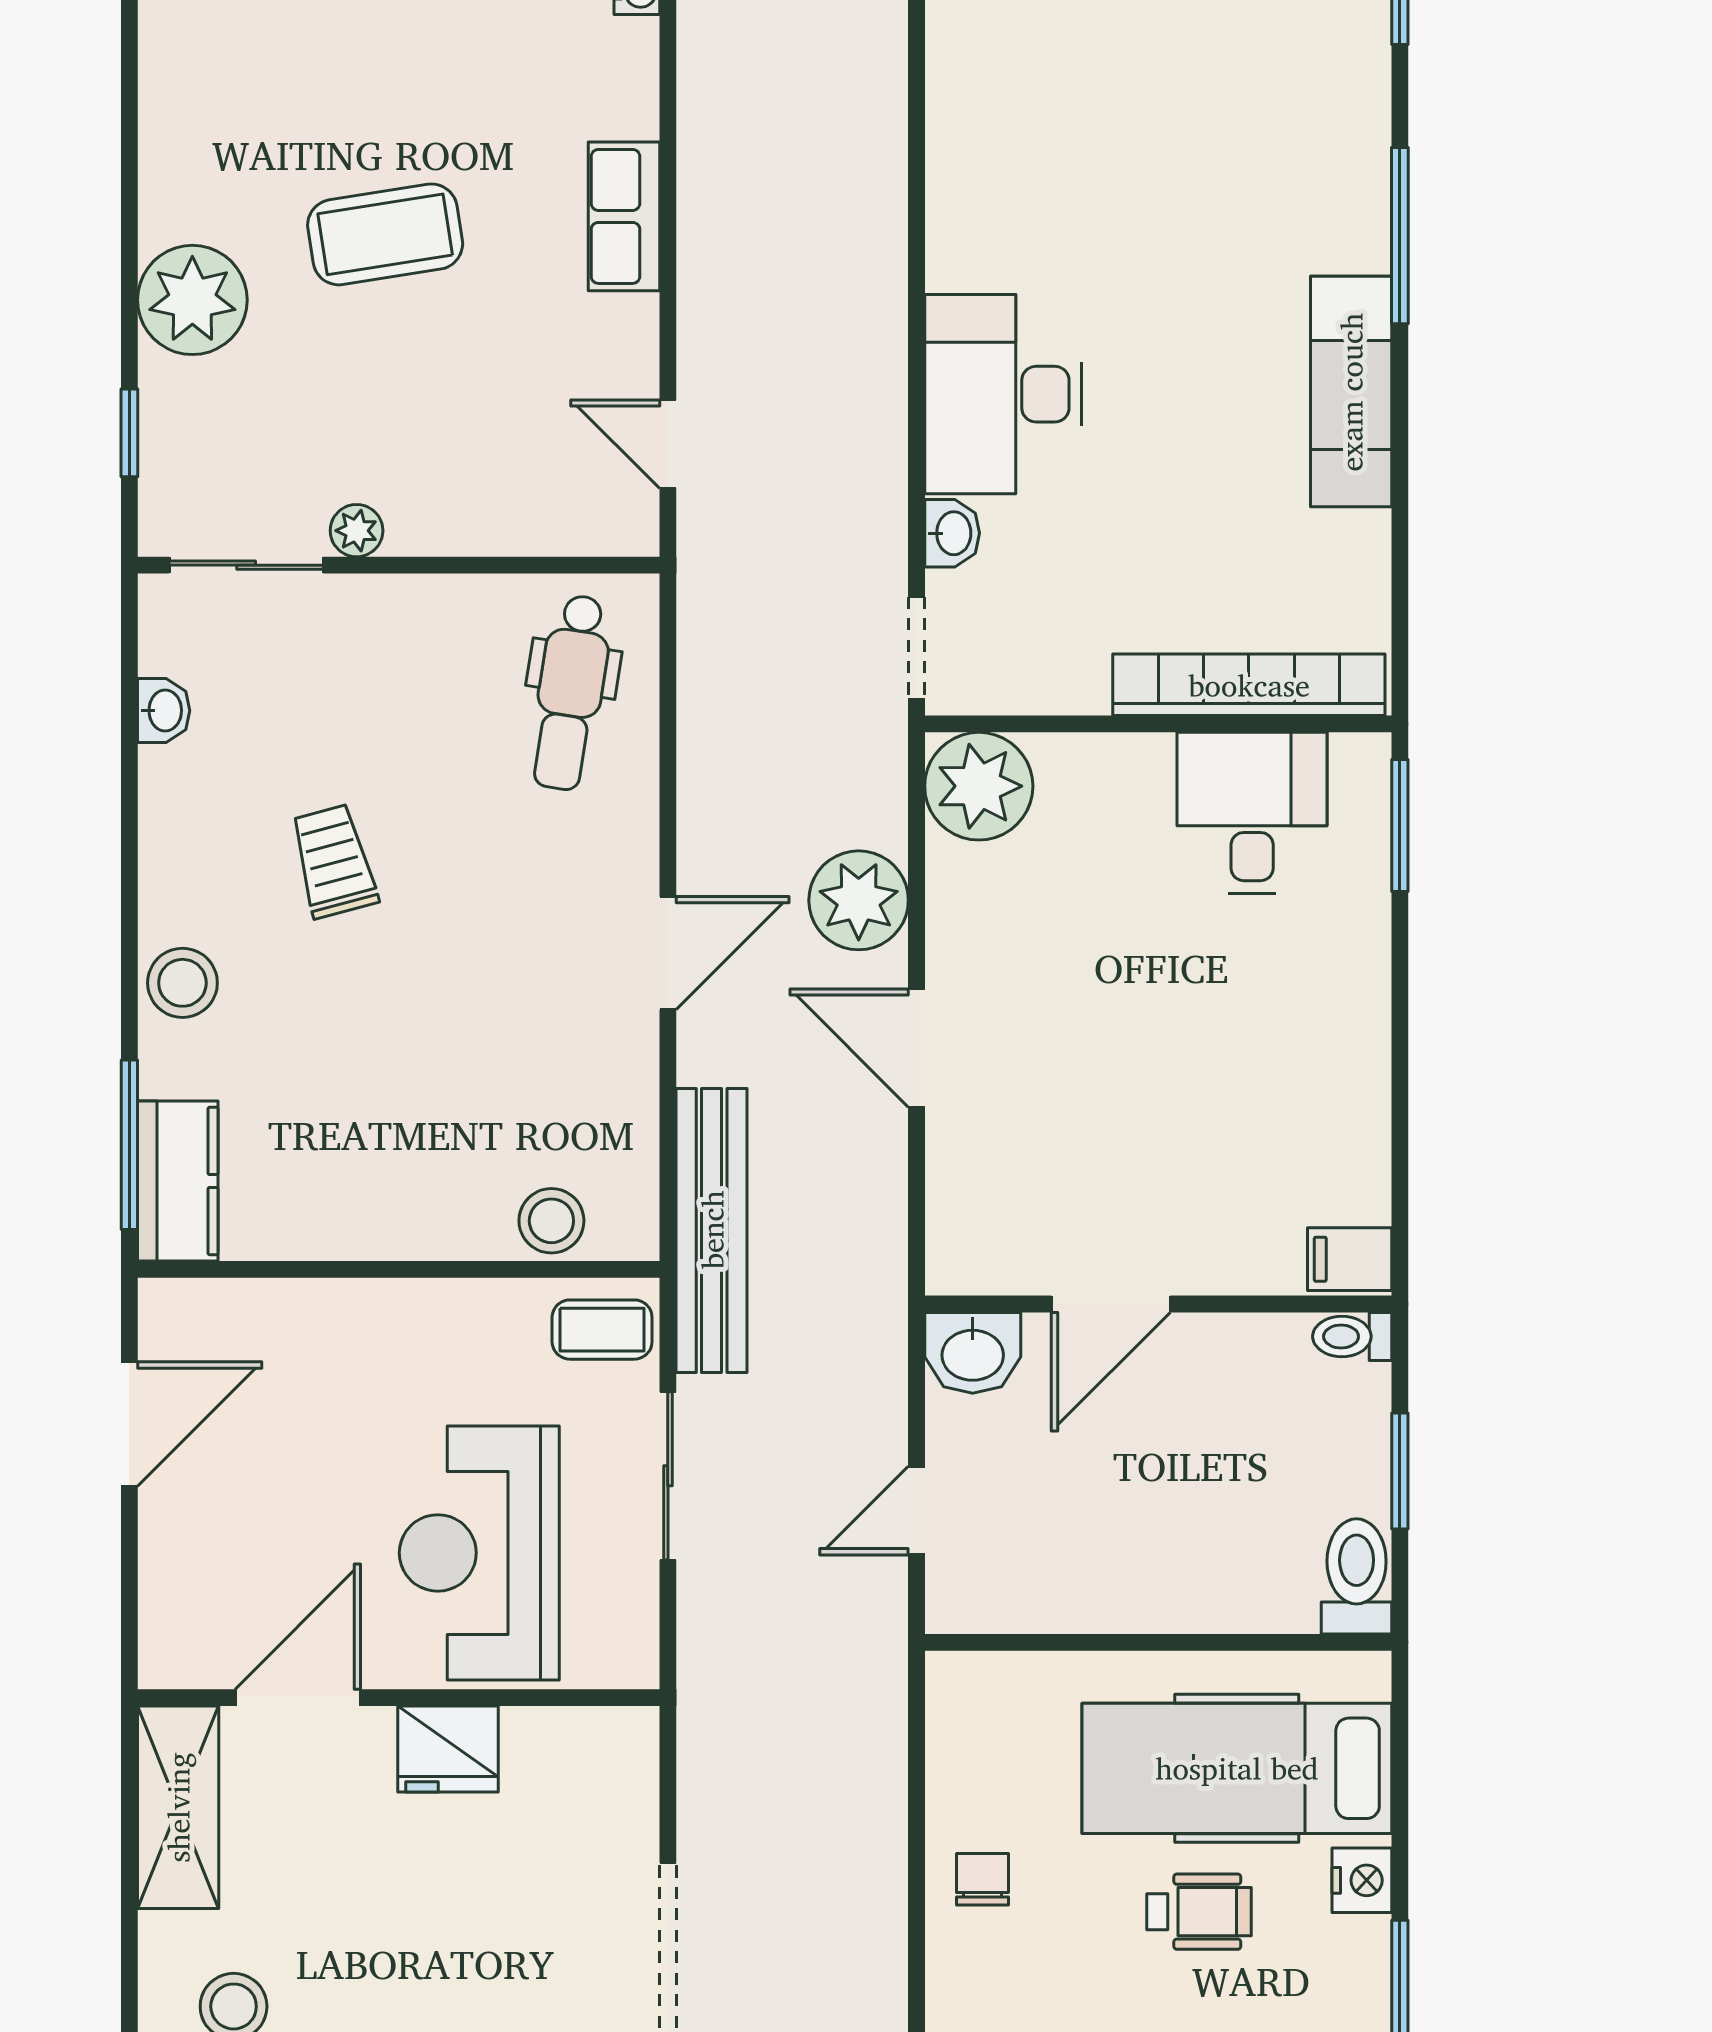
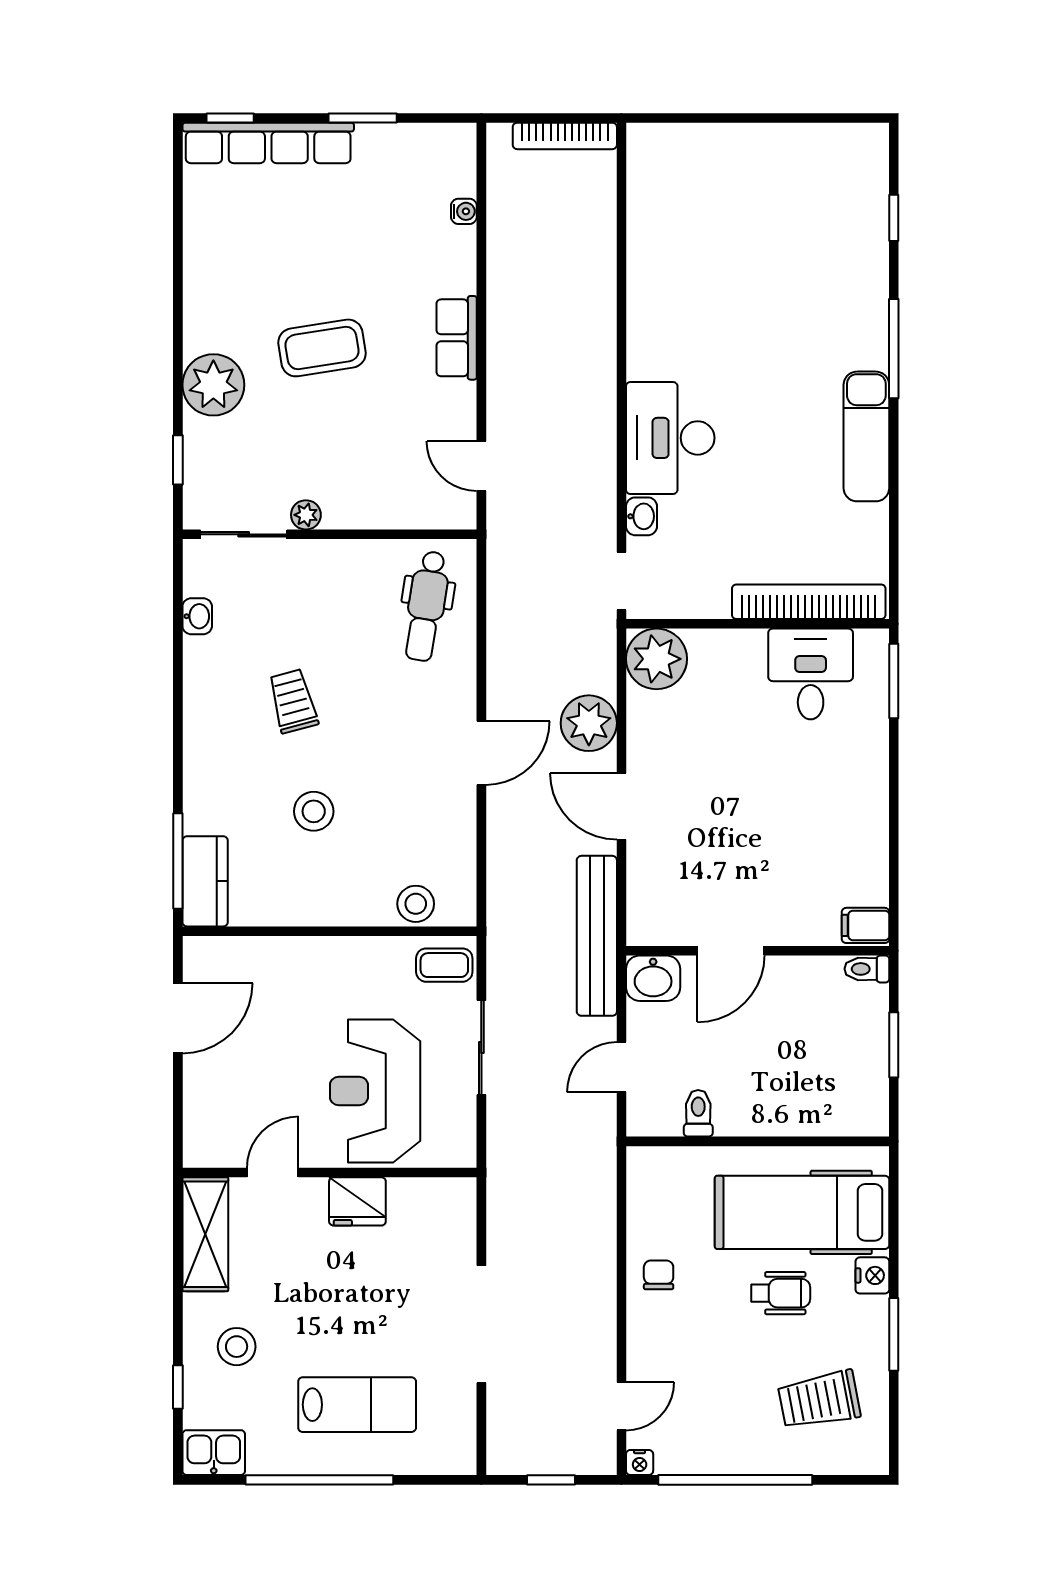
stool: (182, 983) -> (314, 811), moved
bench: (712, 1230) -> (597, 936), moved
toilet: (1357, 1576) -> (698, 1113), moved, width x0.73, depth x0.72
door: (298, 1698) -> (273, 1172), width x0.73

